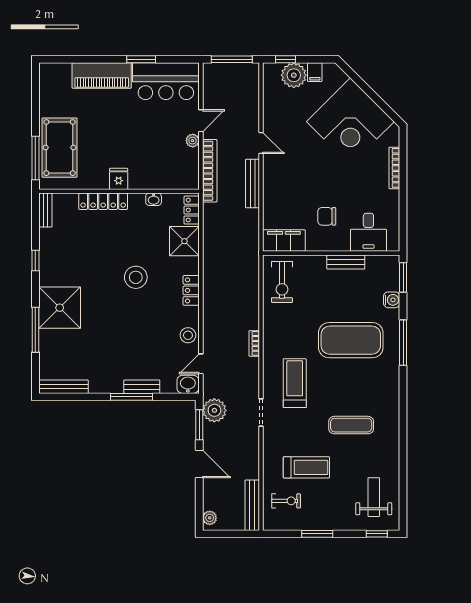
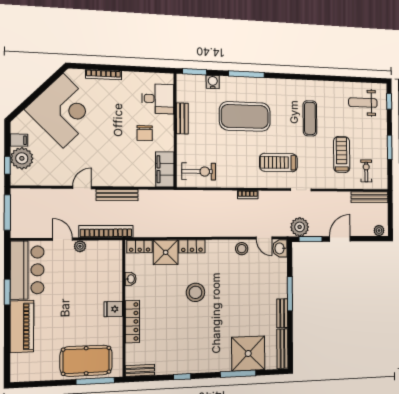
locker: (191, 290) -> (192, 246), moved
shower: (60, 308) -> (248, 353), moved
exercise mat: (351, 340) -> (245, 116), turned 90
bench: (142, 387) -> (282, 313), moved

